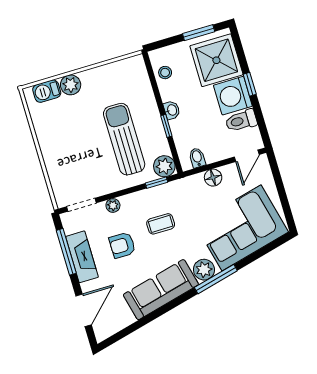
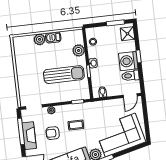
shower: (216, 60) -> (127, 34), width x0.54, depth x0.54
barbecue: (47, 91) -> (53, 37), moved
sun lounger: (124, 139) -> (64, 75), turned 90
plant: (164, 166) -> (79, 50), moved
floor lamp: (213, 178) -> (109, 104), removed

